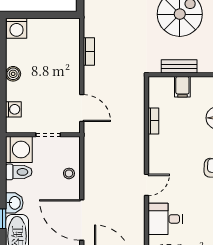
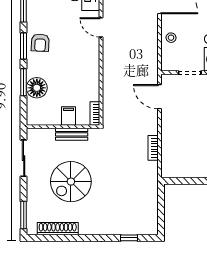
bookcase: (153, 121) -> (95, 113), moved
door: (146, 185) -> (101, 27), hinge flipped

